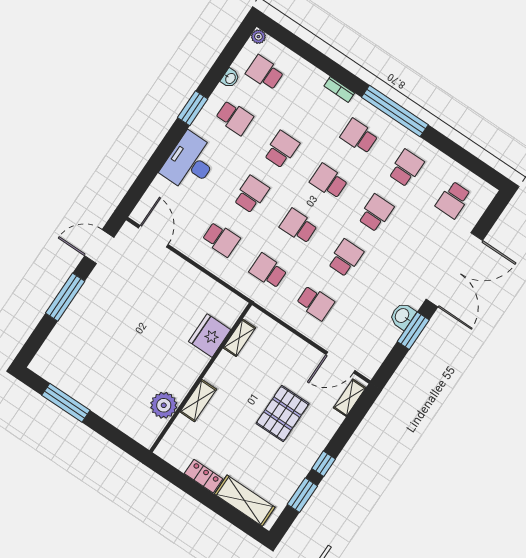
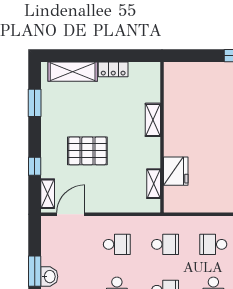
school desk: (315, 303) -> (117, 244), turned 180
plant: (164, 405) -> (175, 100), removed
pallet: (282, 413) -> (87, 151), turned 90
window: (324, 464) -> (35, 166), moved

